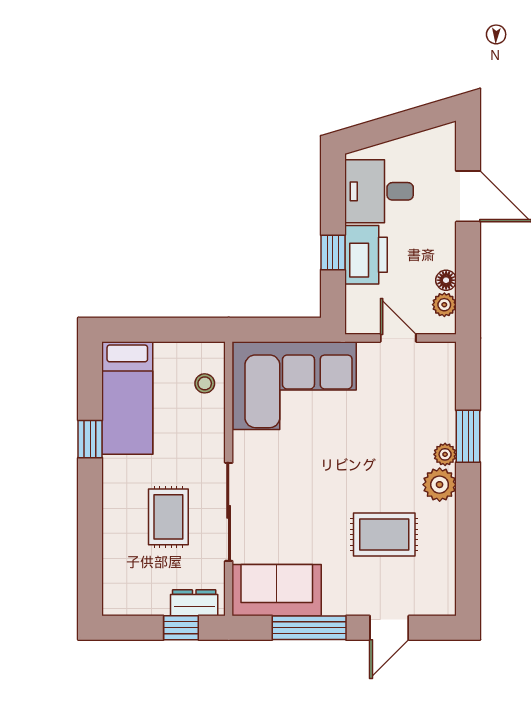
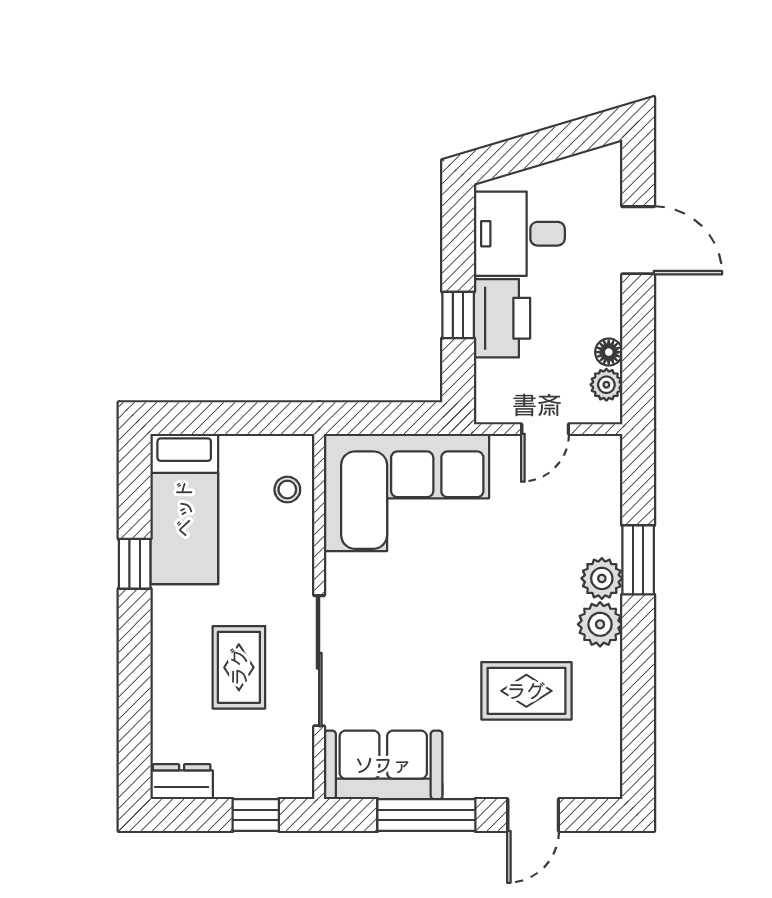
door: (398, 338) -> (545, 429), swing flipped
plant: (445, 454) -> (602, 578), width x1.38, depth x1.38
dresser: (194, 603) -> (182, 782), moved

